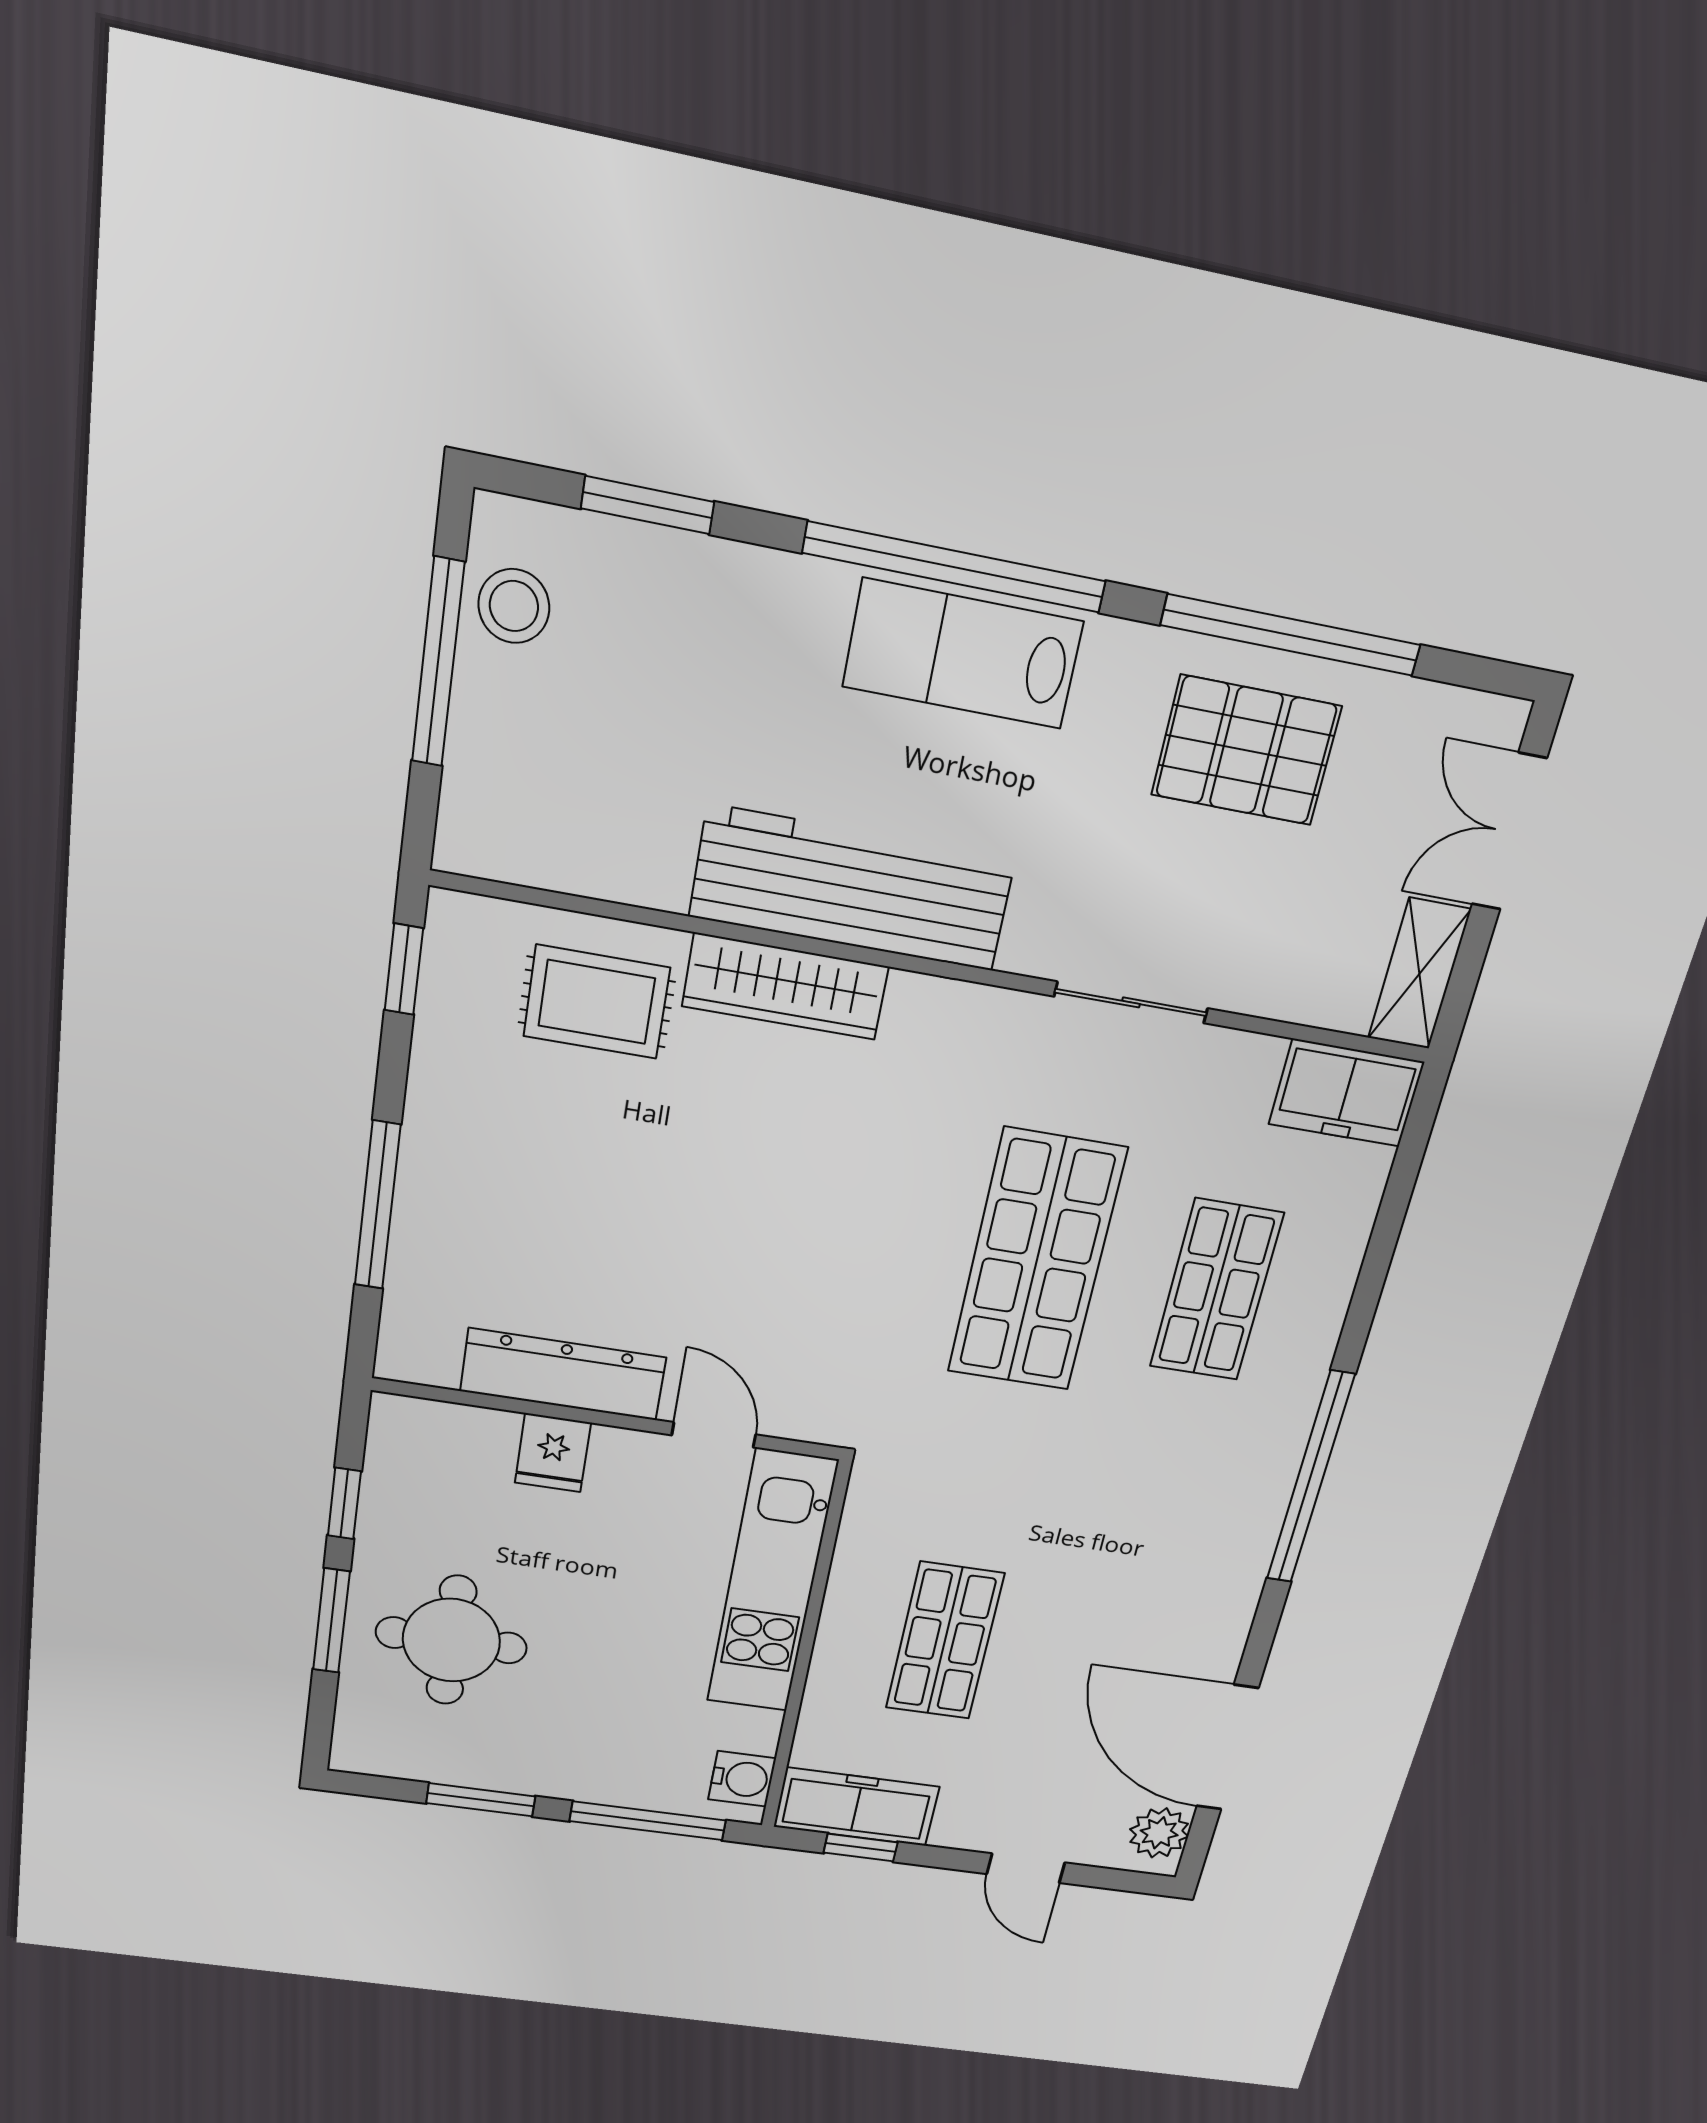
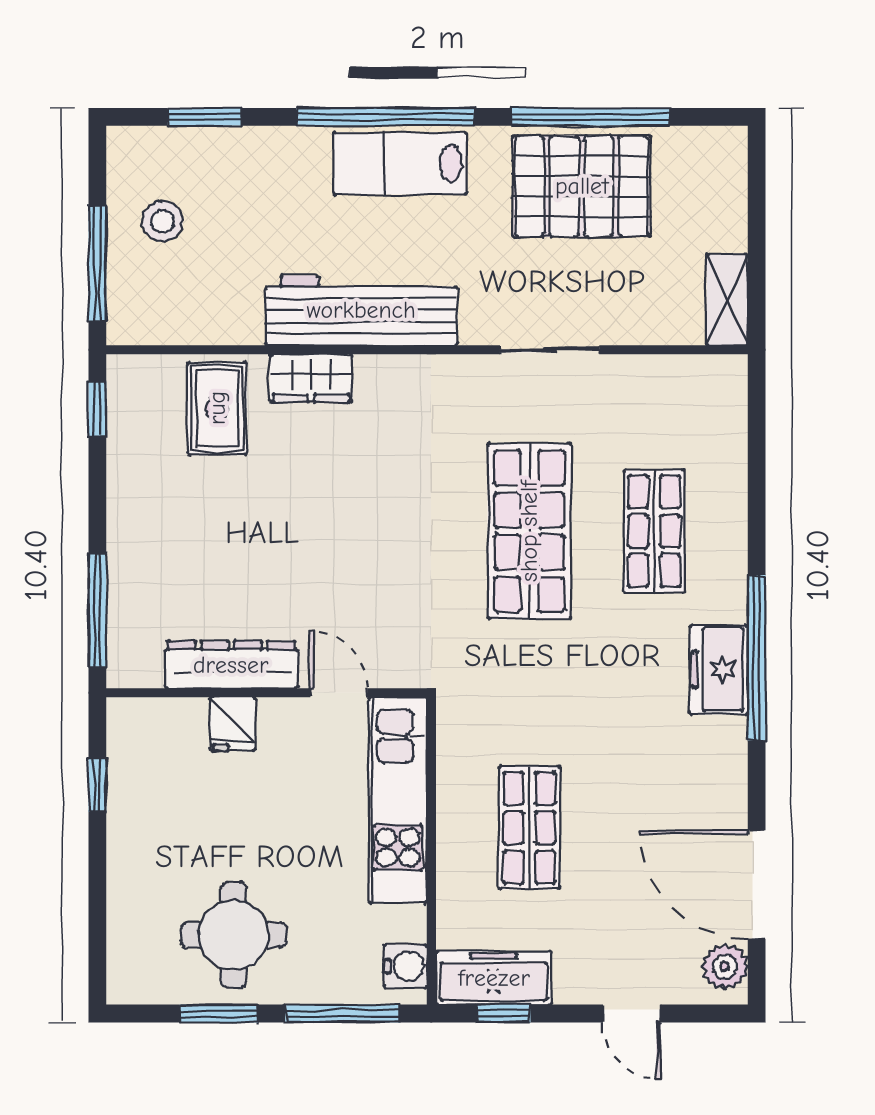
stool: (514, 606) -> (162, 221), moved
window: (438, 663) -> (97, 264), moved
pallet: (1246, 750) -> (582, 186), width x1.37, depth x1.41
double door: (1509, 832) -> (757, 204), removed
wardrobe: (785, 986) -> (311, 378), width x0.67
rug: (597, 1002) -> (217, 408), turned 90
freezer: (1346, 1093) -> (719, 670), moved, turned 90
window: (378, 1205) -> (97, 611), moved
window: (331, 1621) -> (97, 879), removed
round table: (451, 1640) -> (234, 935), moved

